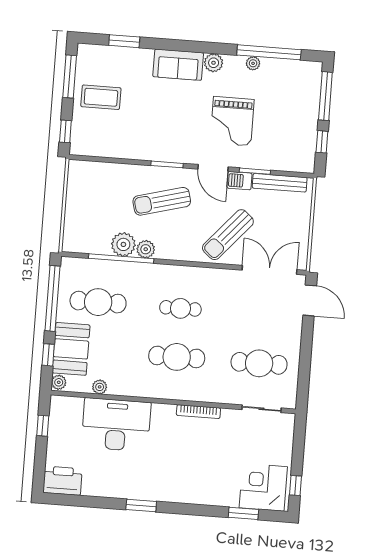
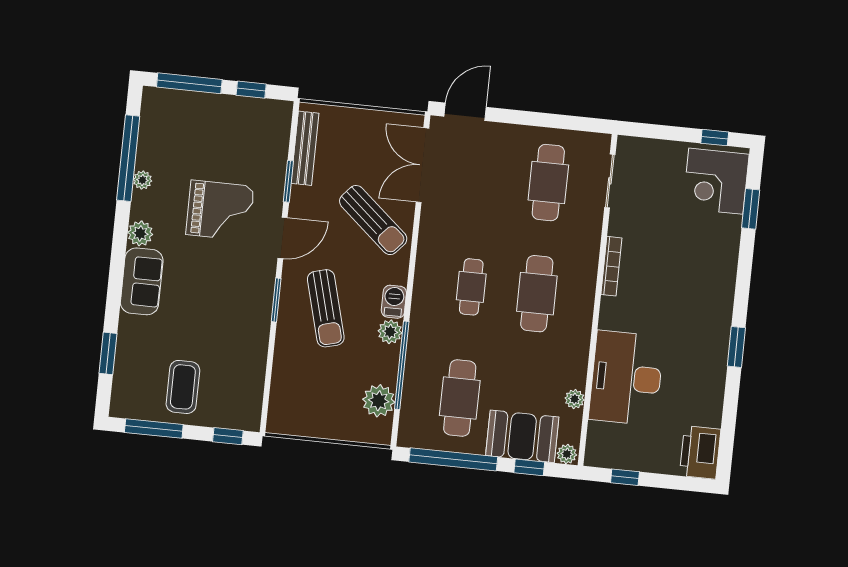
barbecue: (239, 181) -> (394, 302), moved, turned 180
plant: (123, 244) -> (379, 401), moved

